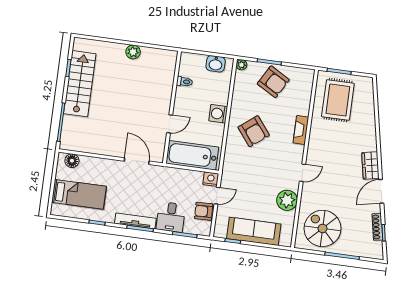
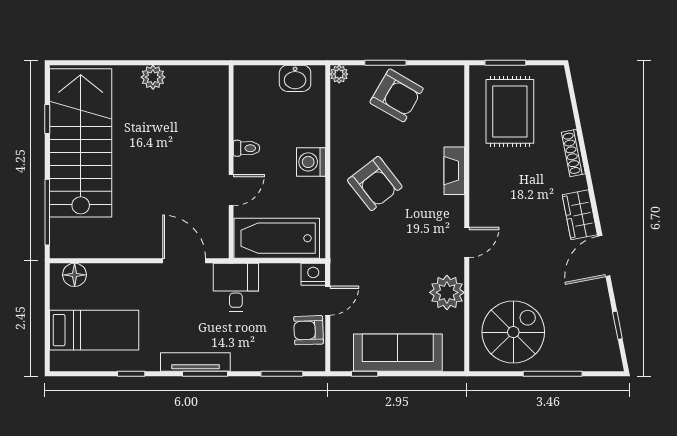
toilet: (184, 82) -> (247, 148), moved
stairs: (80, 84) -> (81, 143), width x1.36, depth x1.51
desk: (171, 217) -> (236, 287), moved, turned 180
shoe rack: (377, 227) -> (573, 153), moved
spiral stairs: (323, 228) -> (513, 332), turned 90

